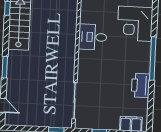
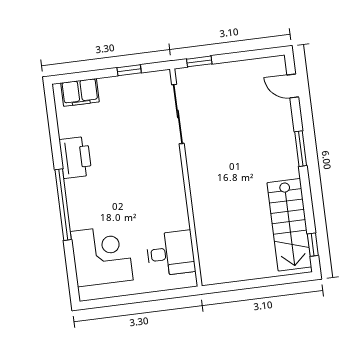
desk: (93, 37) -> (171, 253), moved

